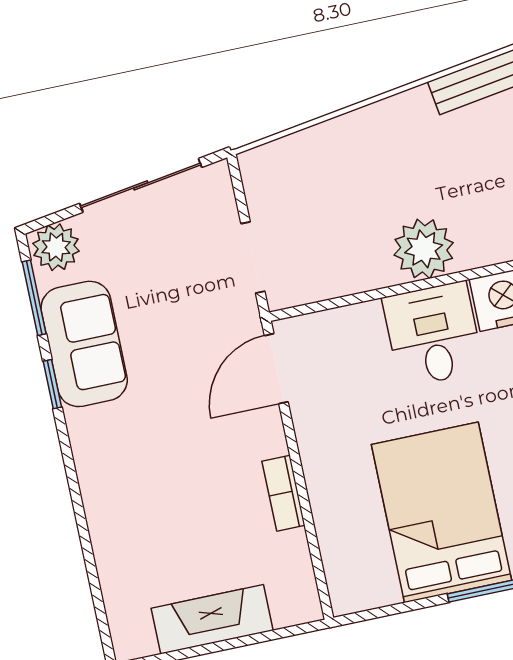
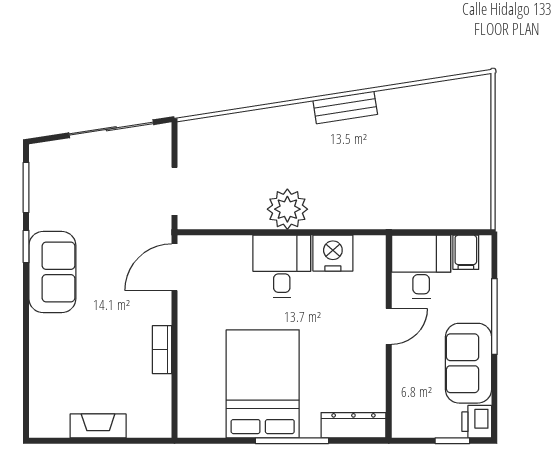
plant: (56, 247) -> (47, 157), removed
sofa: (84, 344) -> (52, 272), moved
fireplace: (212, 619) -> (98, 426), width x0.73, depth x0.76

